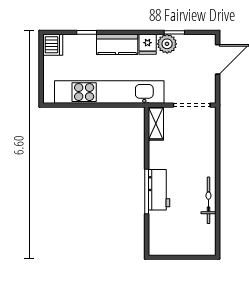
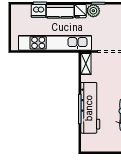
dishwasher: (53, 45) -> (39, 11), moved, turned 90
workbench: (159, 190) -> (90, 108), width x1.88, depth x1.32

